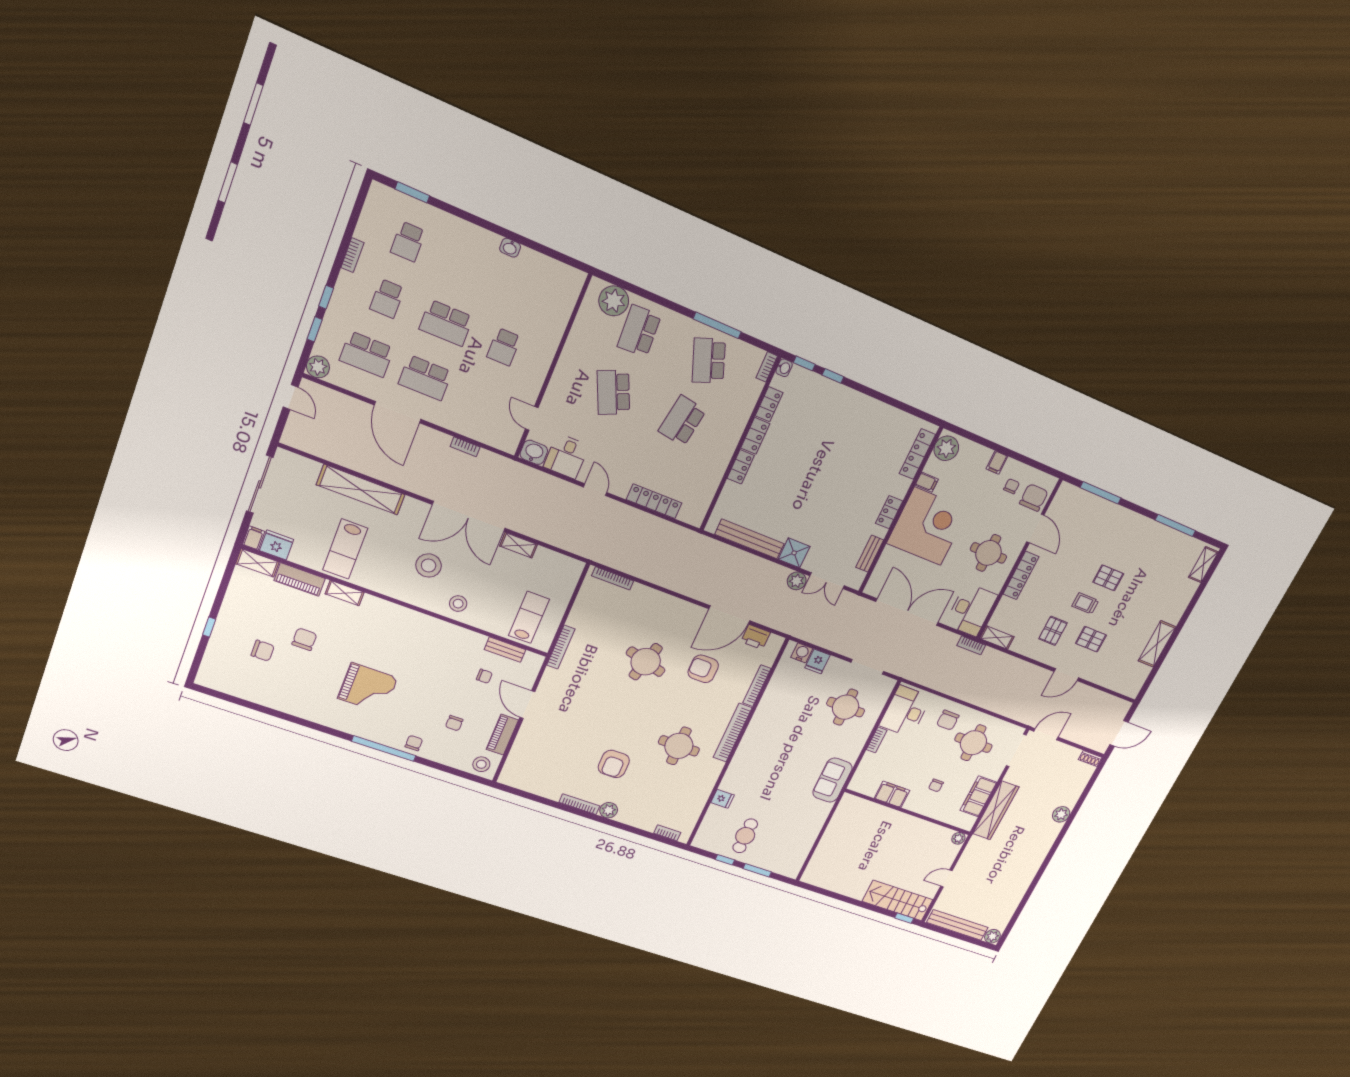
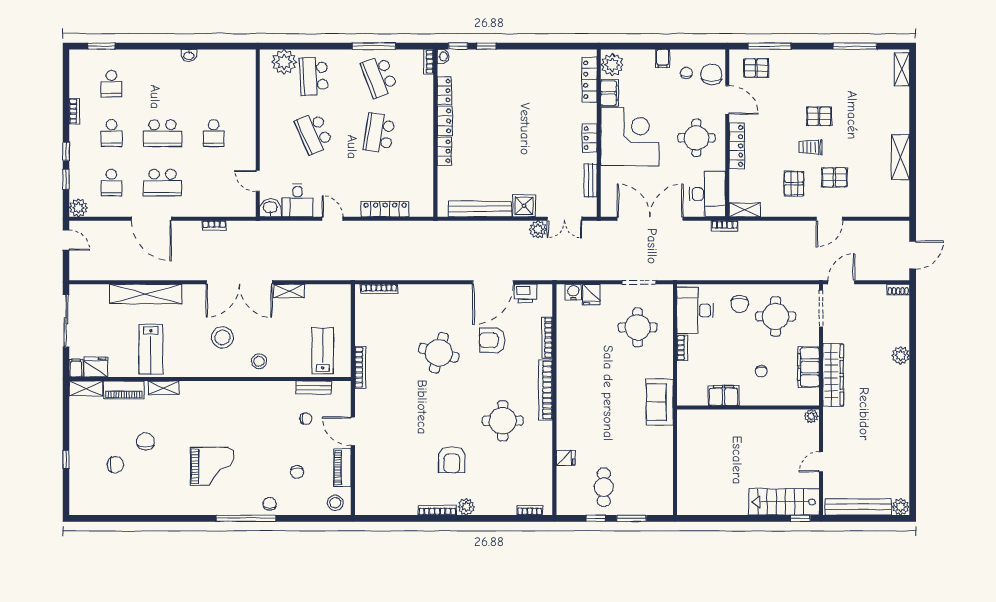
school desk: (367, 354) -> (111, 183), width x0.54
filing cabinet: (927, 482) -> (610, 93), width x2.00
pallet: (1077, 509) -> (756, 68), added

